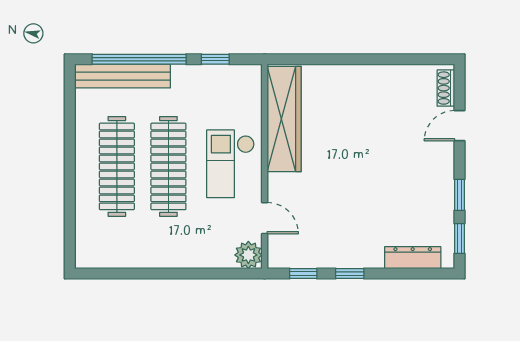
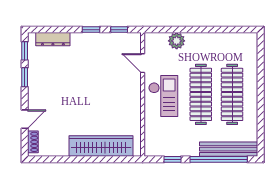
wardrobe: (284, 119) -> (101, 146), moved, turned 90
plant: (248, 255) -> (177, 41), moved

